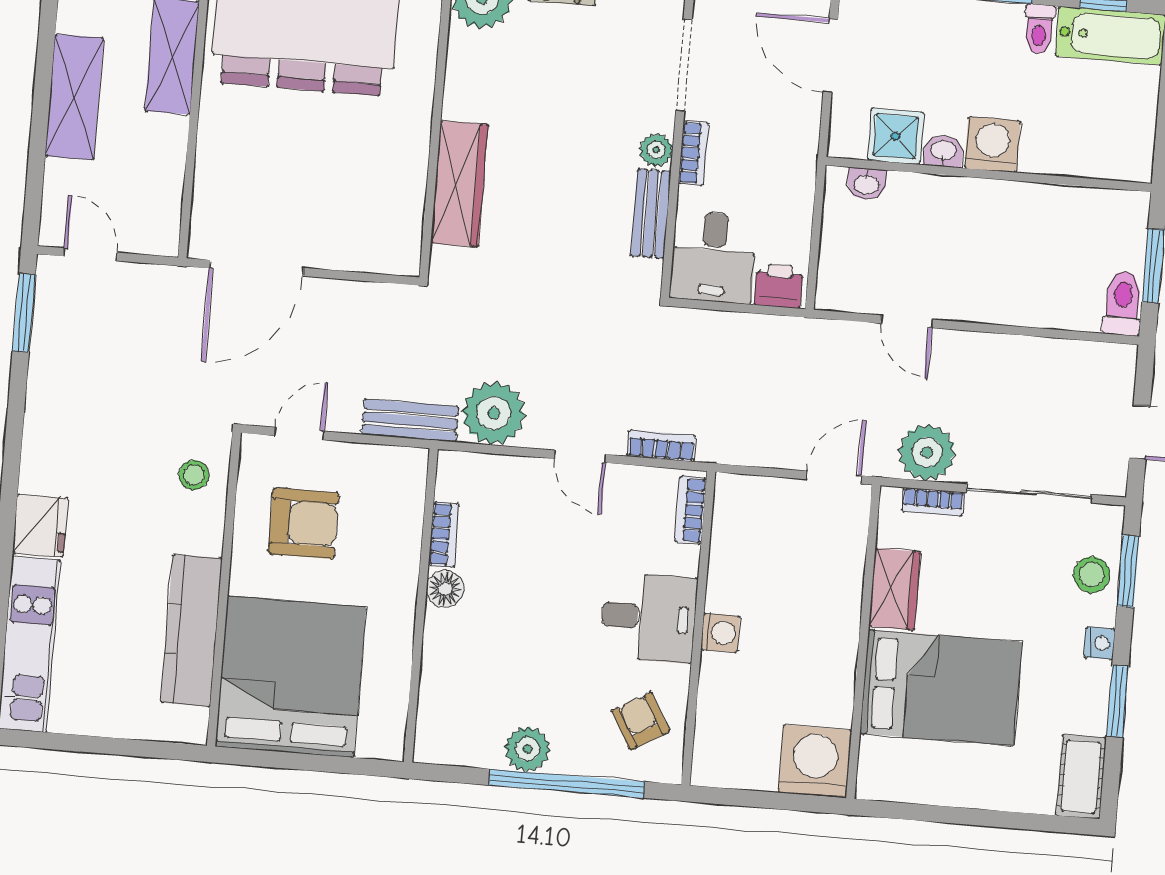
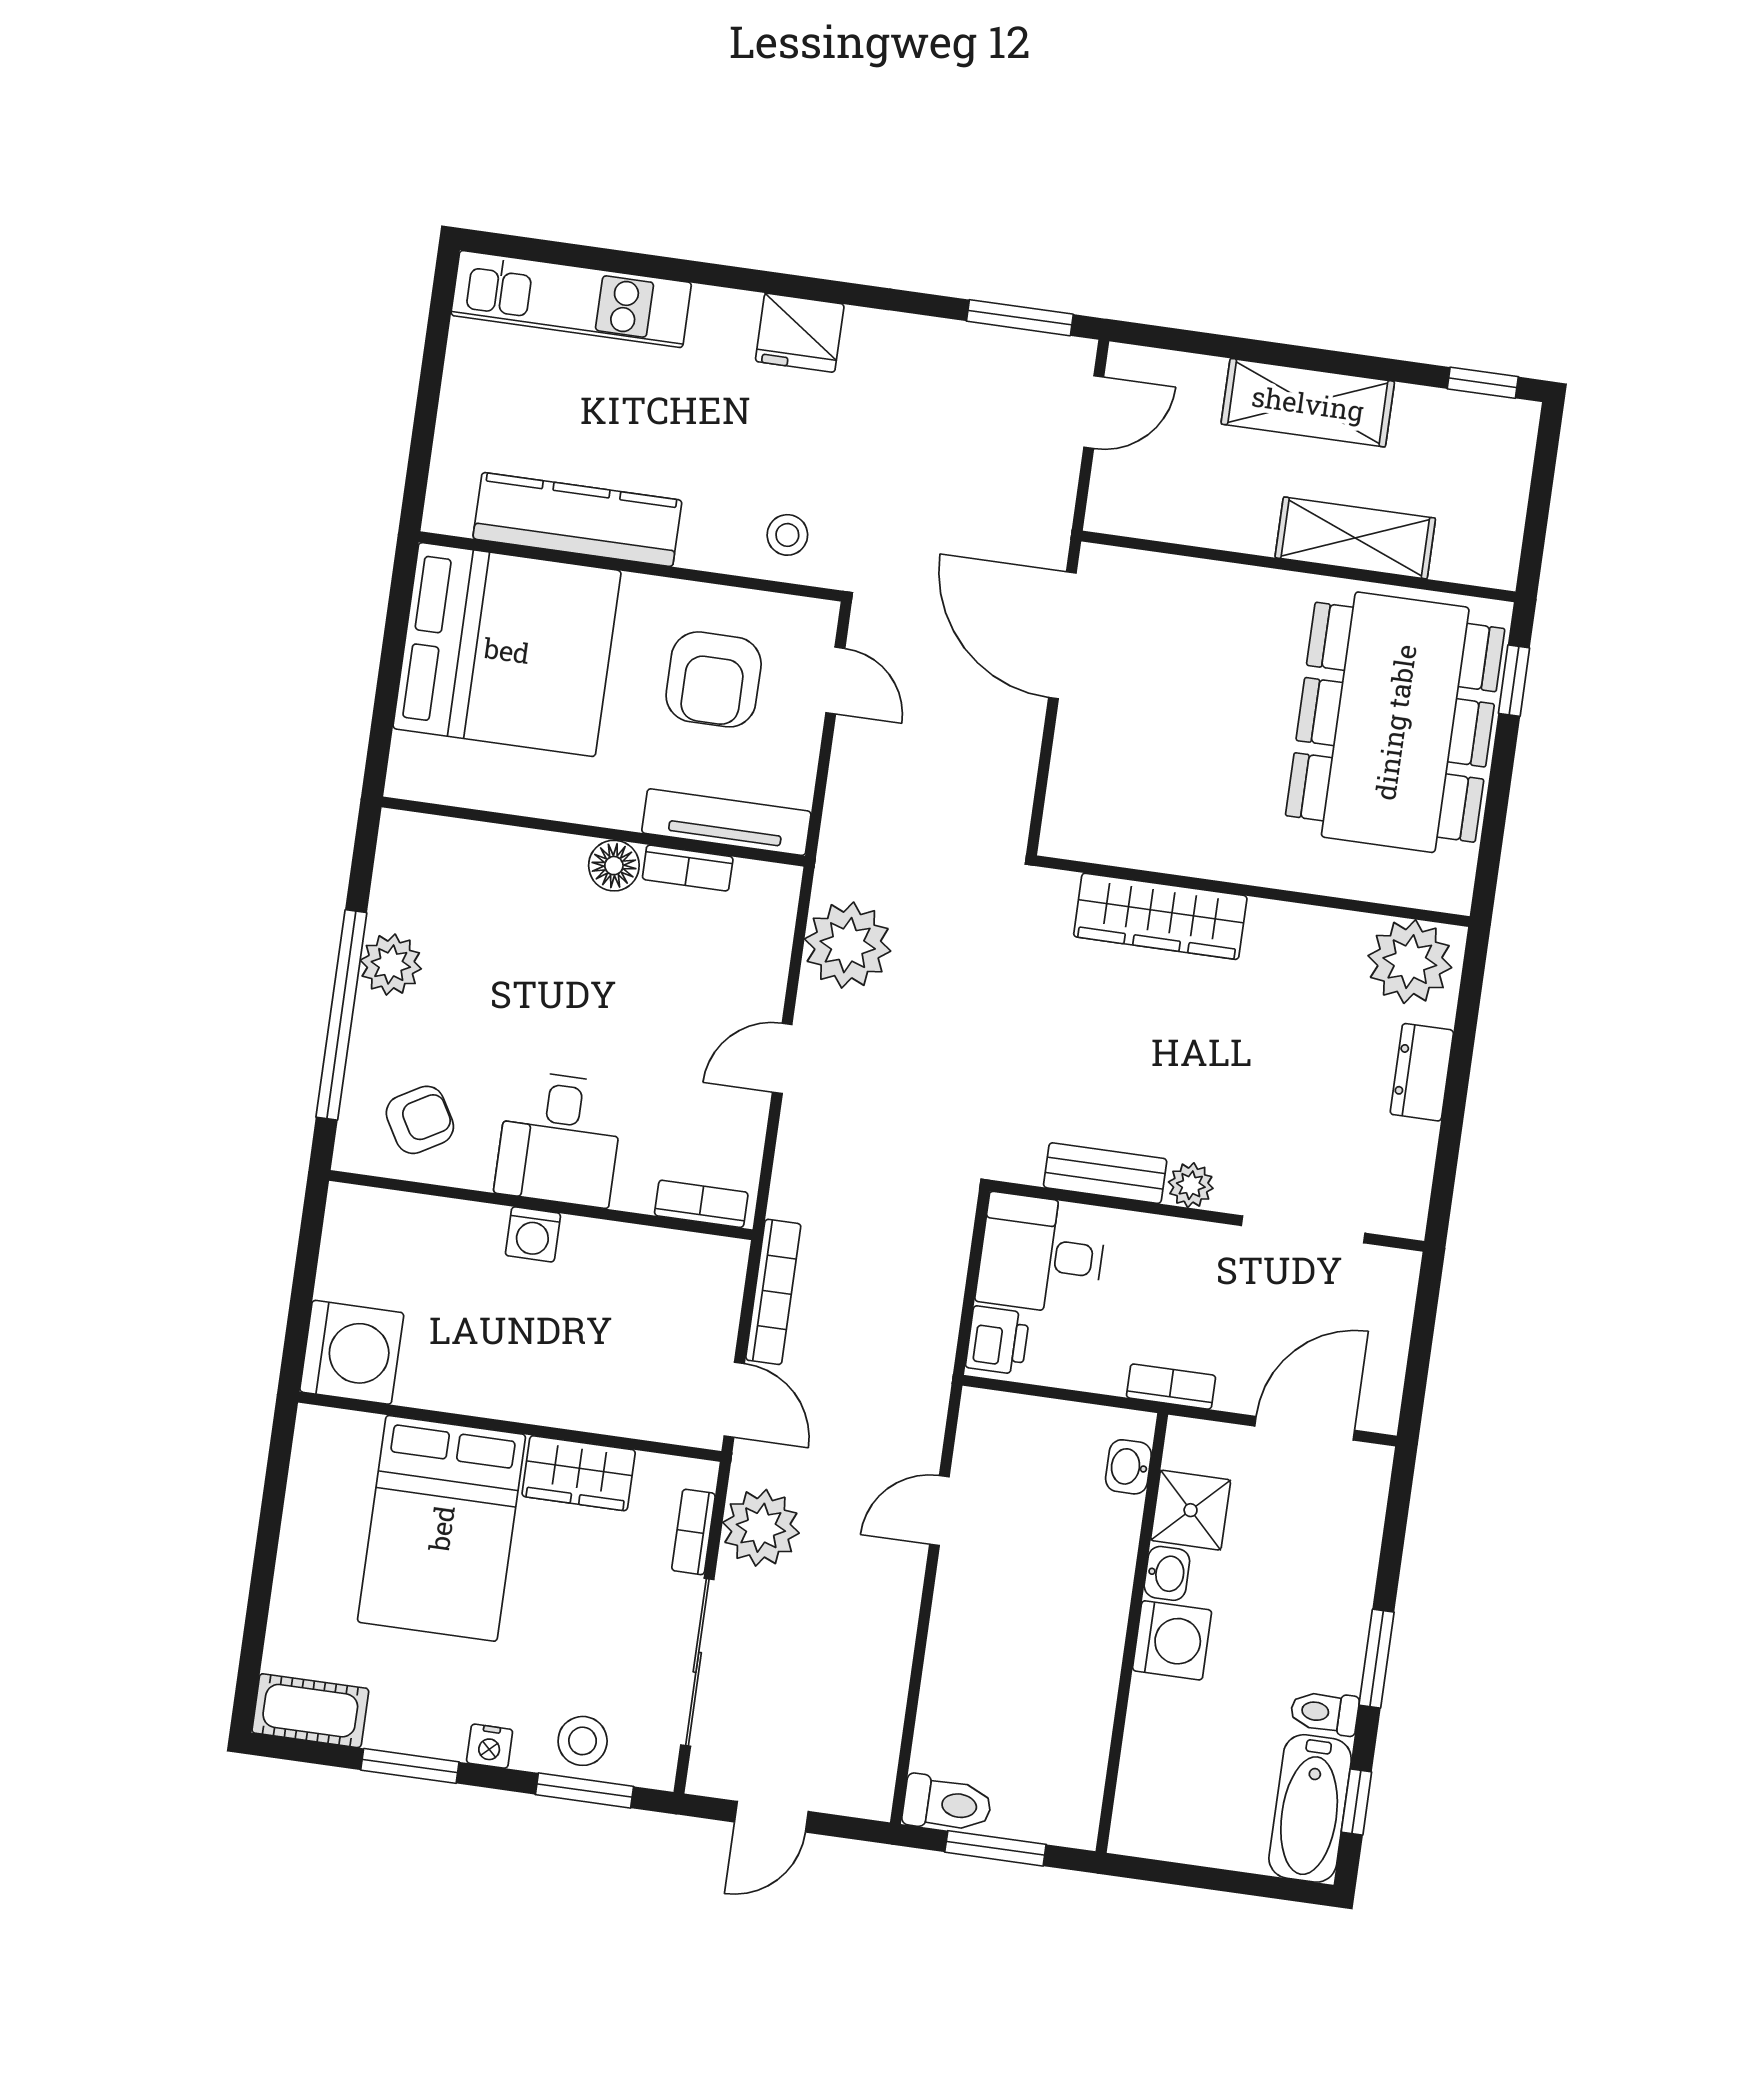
bookcase: (694, 153) -> (1171, 1387), moved, turned 180
bench: (410, 420) -> (844, 832), removed
bookcase: (662, 446) -> (773, 1292), moved, width x1.56
tv unit: (408, 508) -> (726, 822), added
fridge: (40, 526) -> (800, 333), moved

